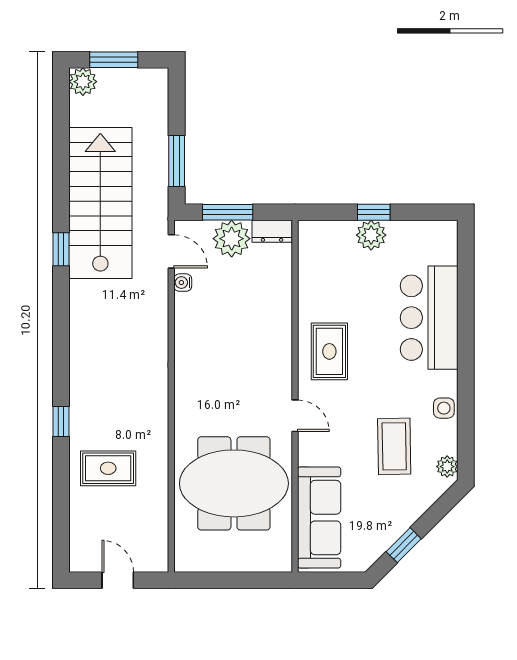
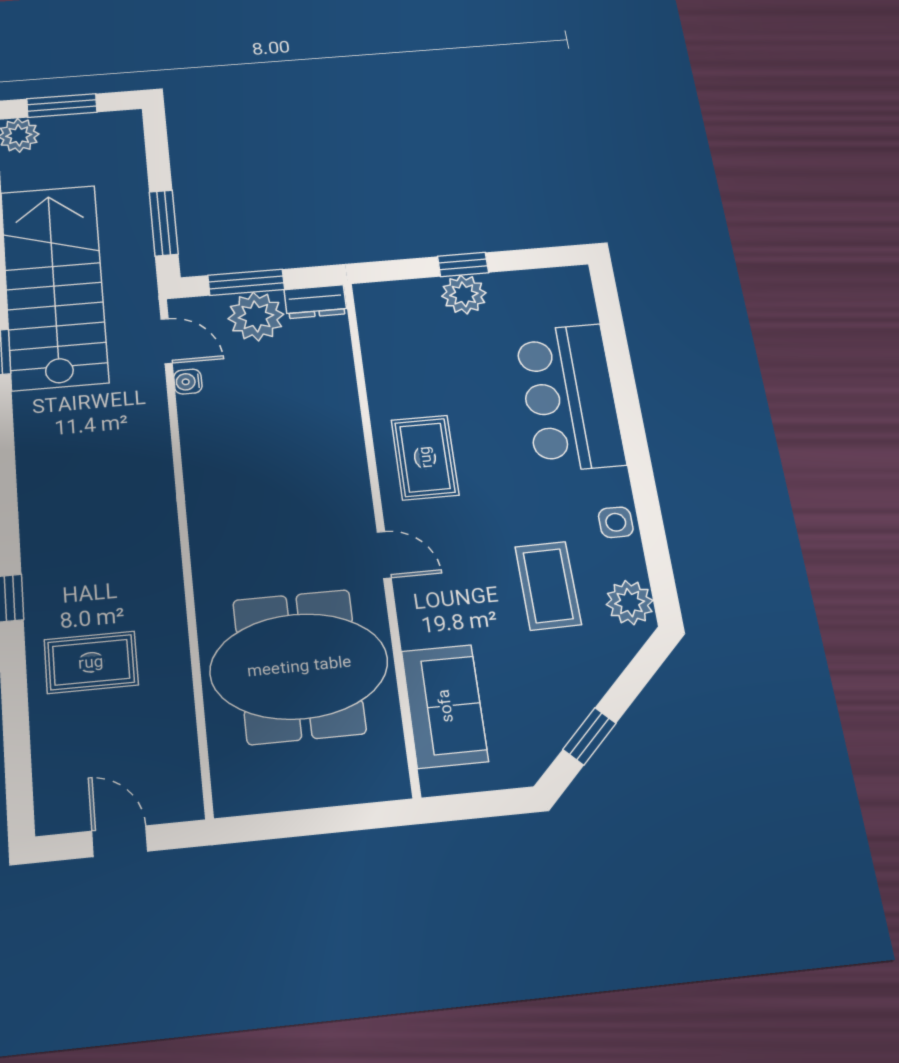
plant: (447, 467) -> (630, 603), width x1.38, depth x1.38
sofa: (319, 518) -> (445, 706), width x0.73

